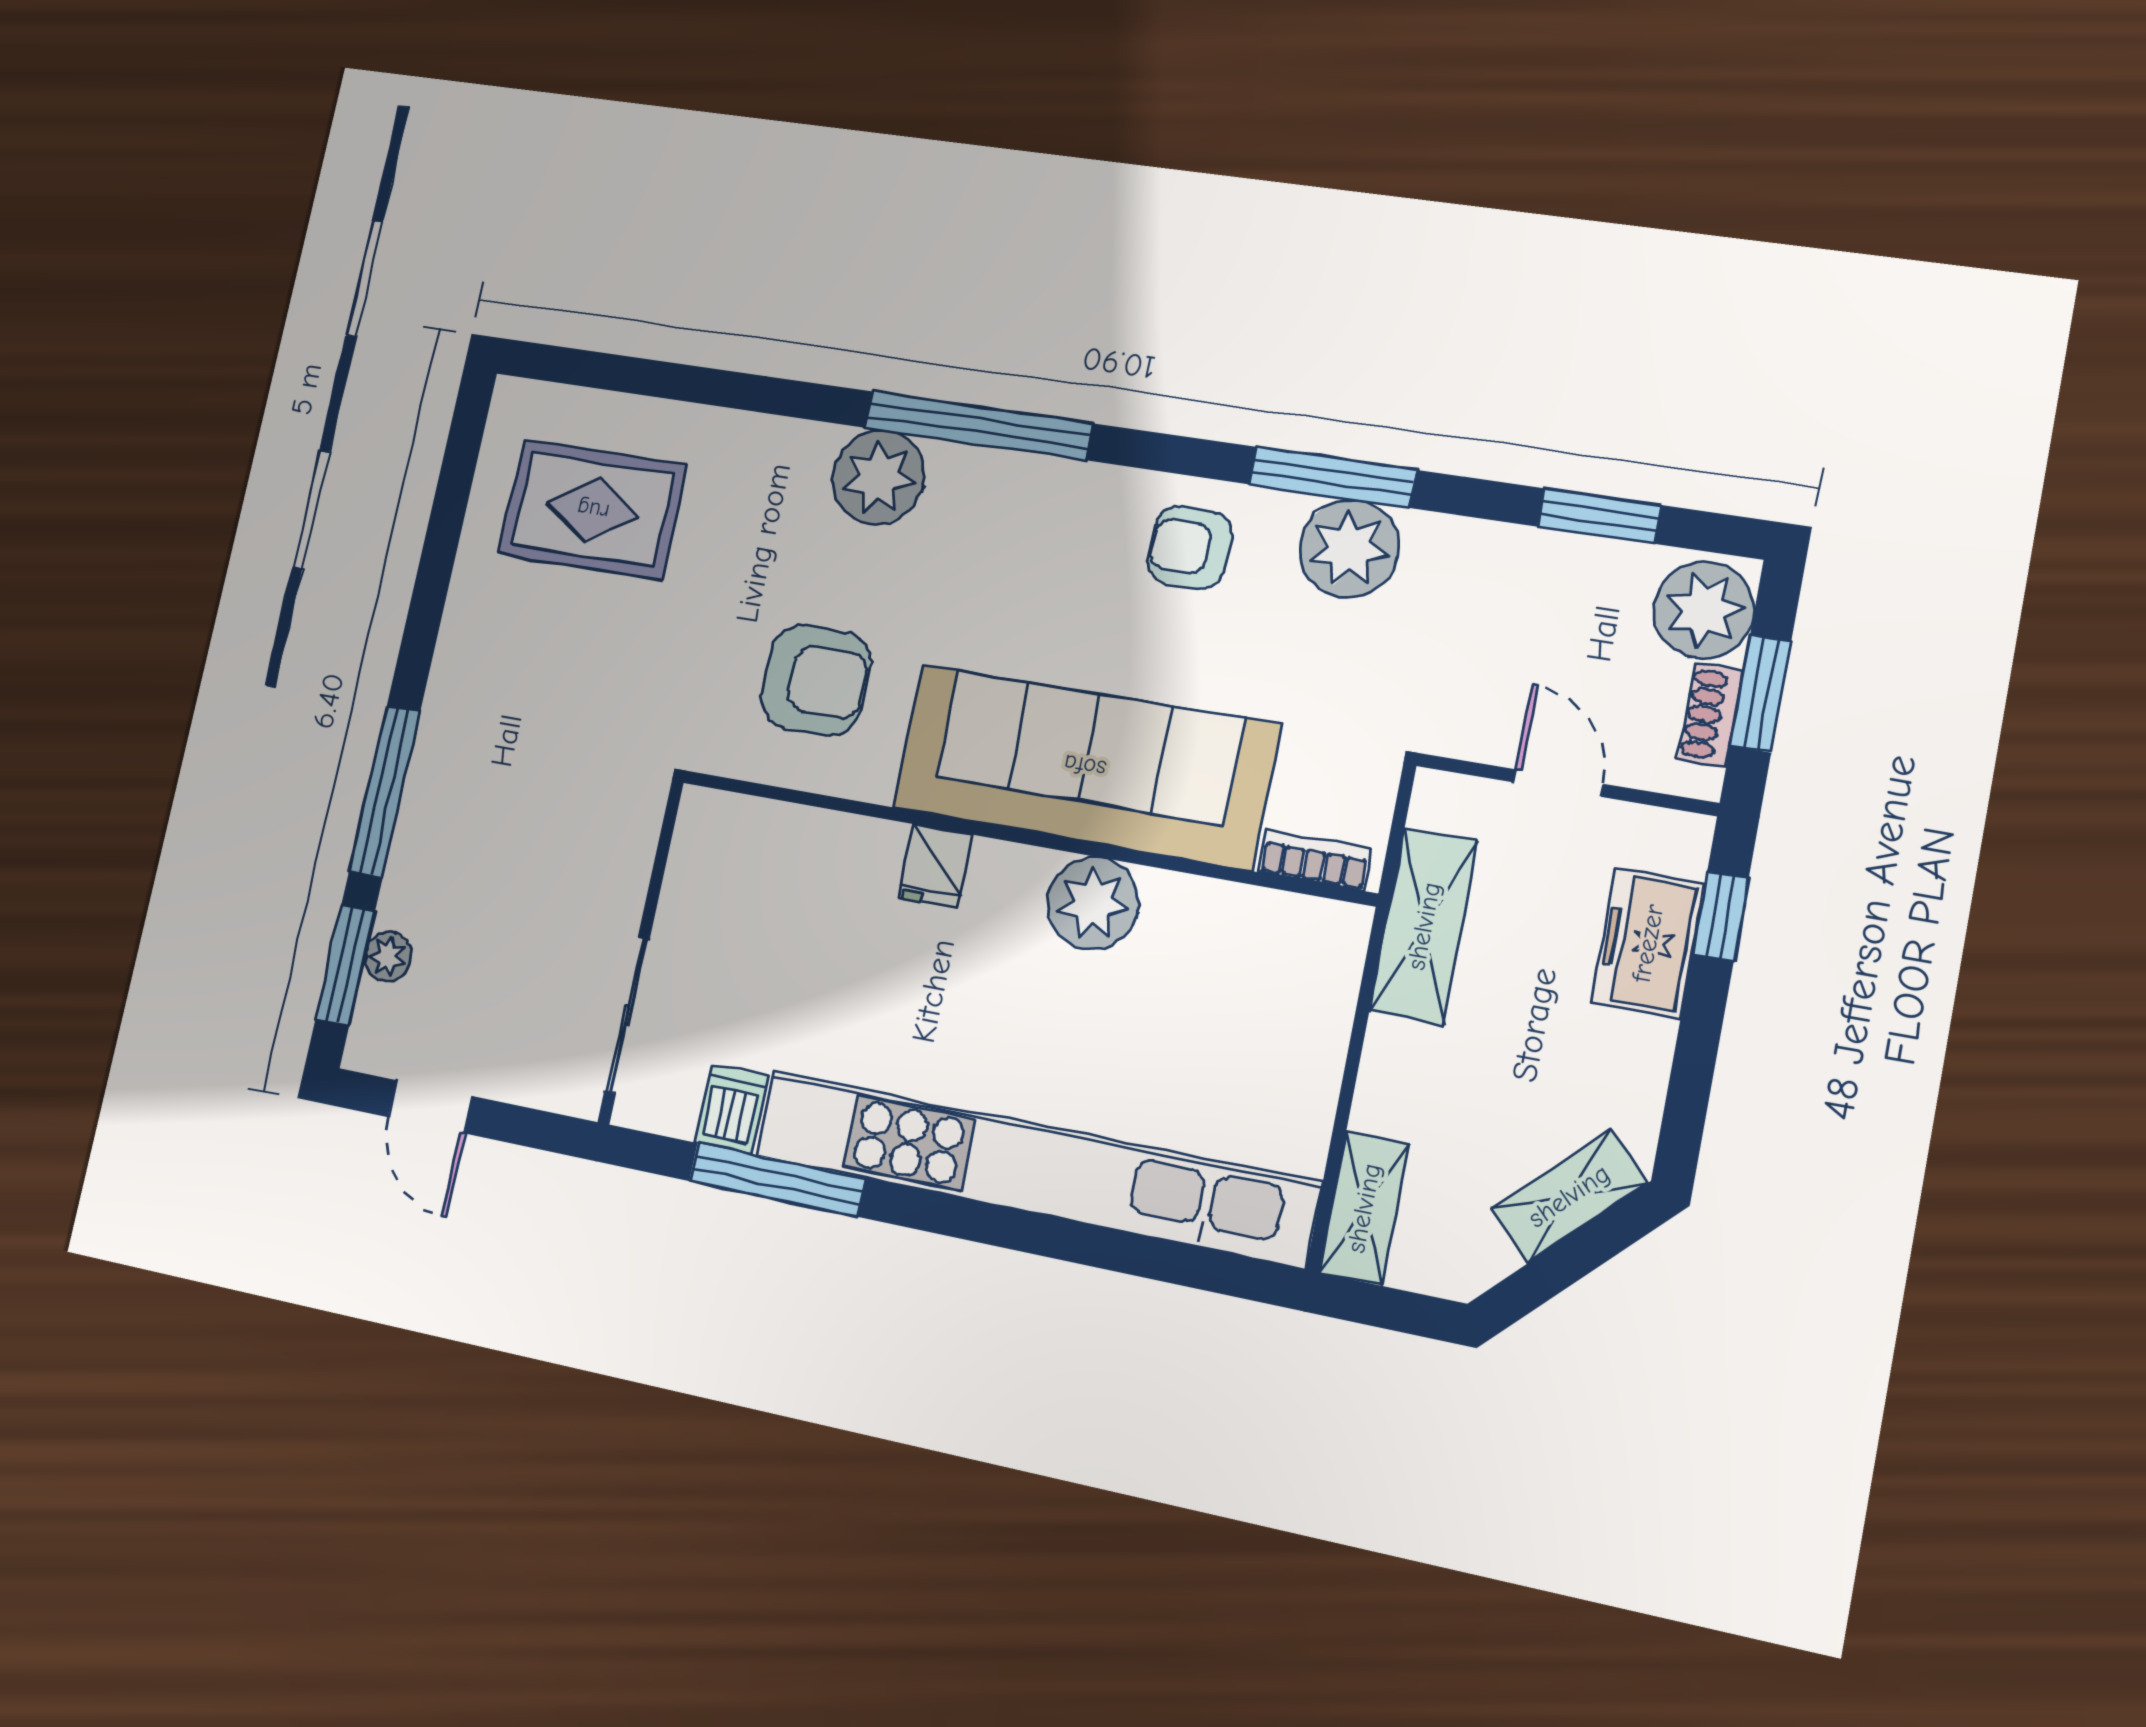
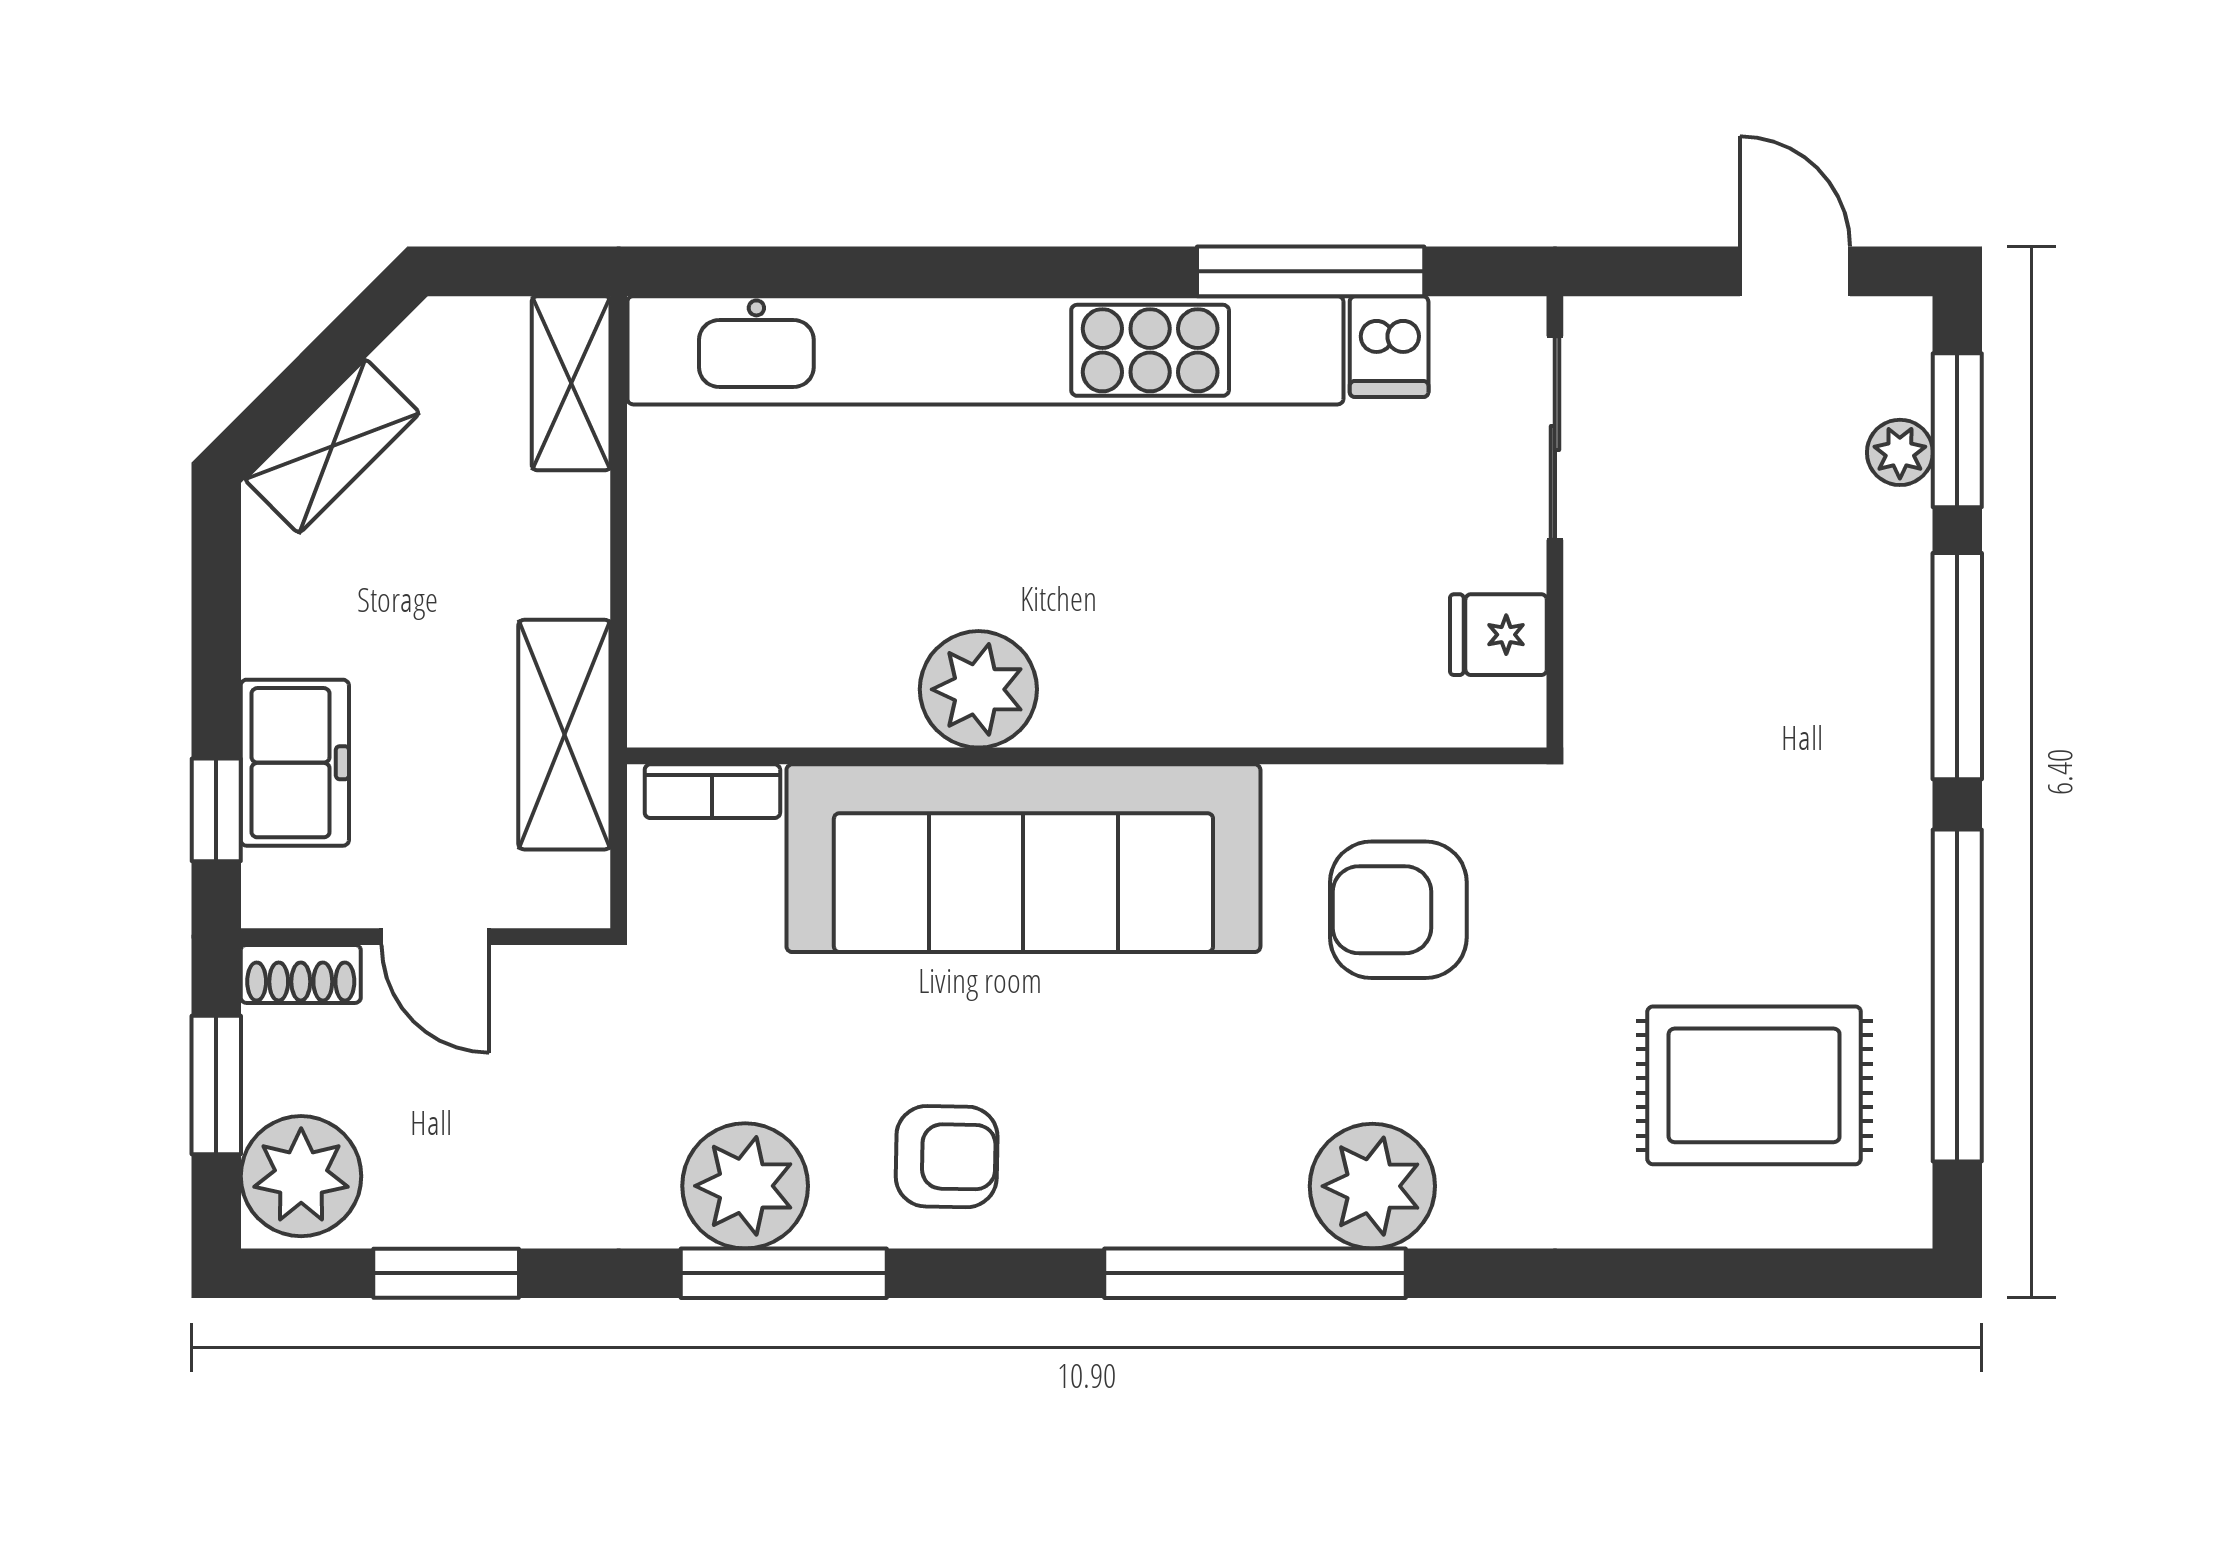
window: (439, 552) -> (1957, 995), added
shoe rack: (1711, 715) -> (301, 974), moved, turned 90
fridge: (935, 866) -> (1498, 635), moved, turned -90

